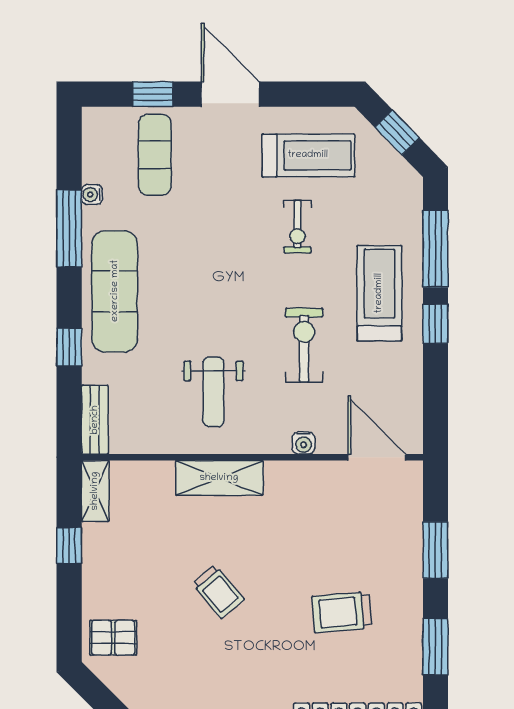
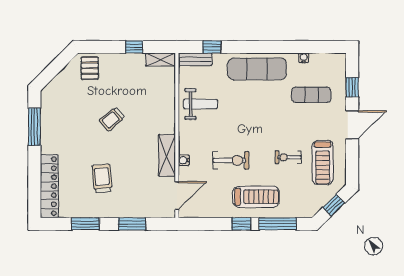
exercise mat: (155, 155) -> (311, 95), moved
window: (69, 228) -> (287, 47), removed
window: (69, 347) -> (212, 47), moved
weight bench: (213, 392) -> (201, 104), moved, turned 180
shelving: (219, 478) -> (167, 155), moved

